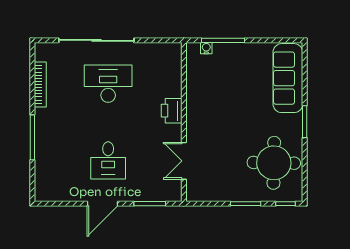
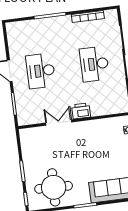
desk: (108, 84) -> (94, 64), turned 180
desk: (108, 160) -> (41, 71), width x1.37
double door: (184, 161) -> (59, 123), moved

